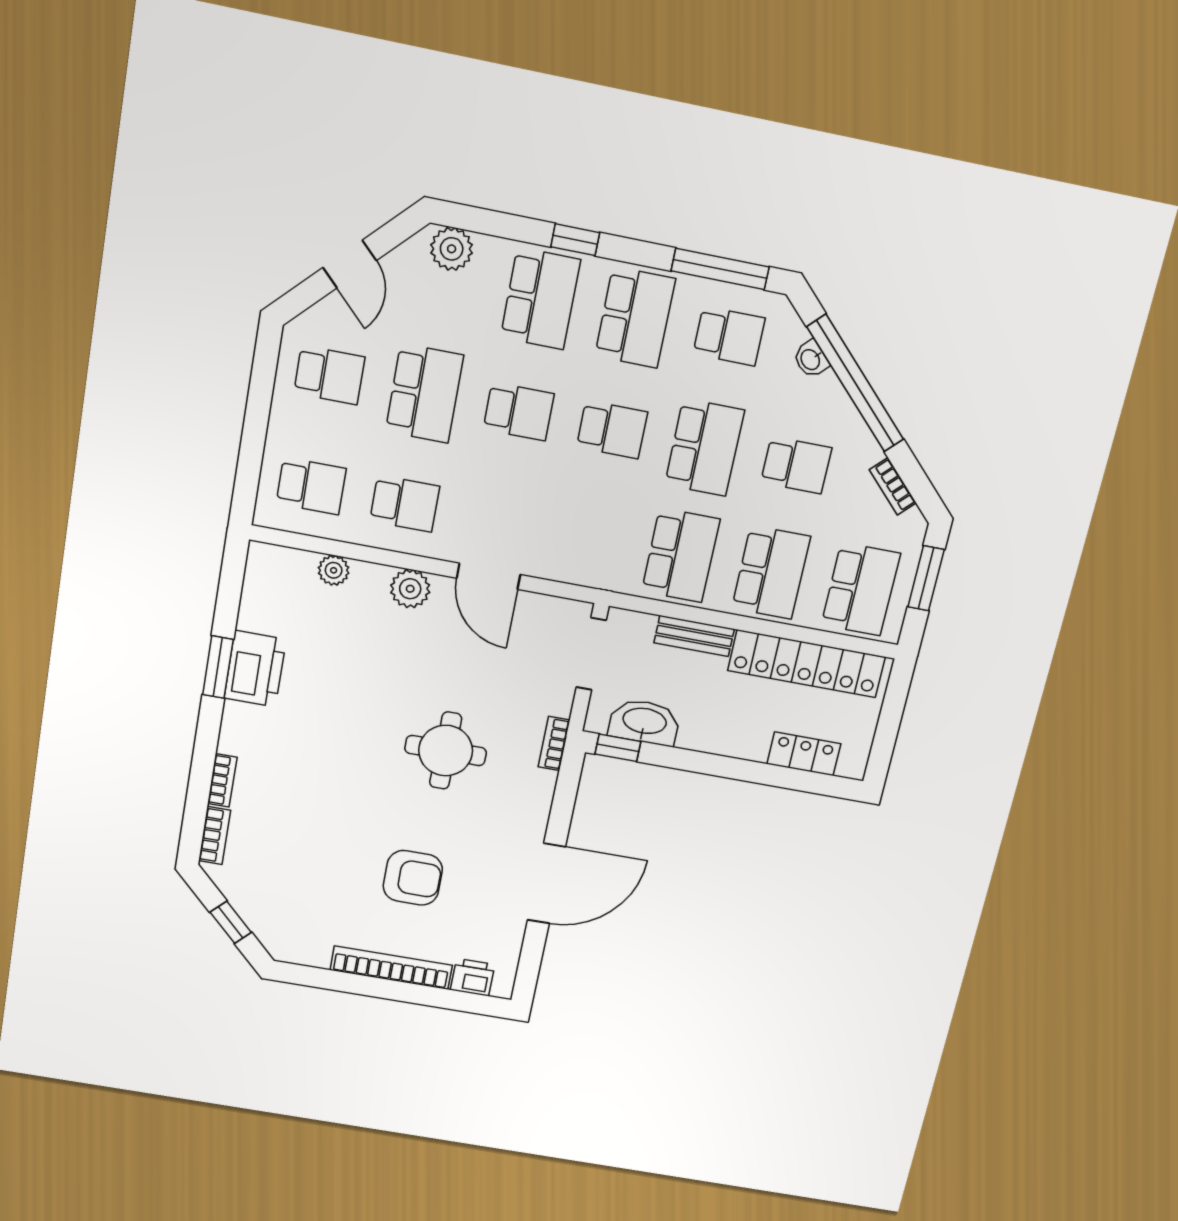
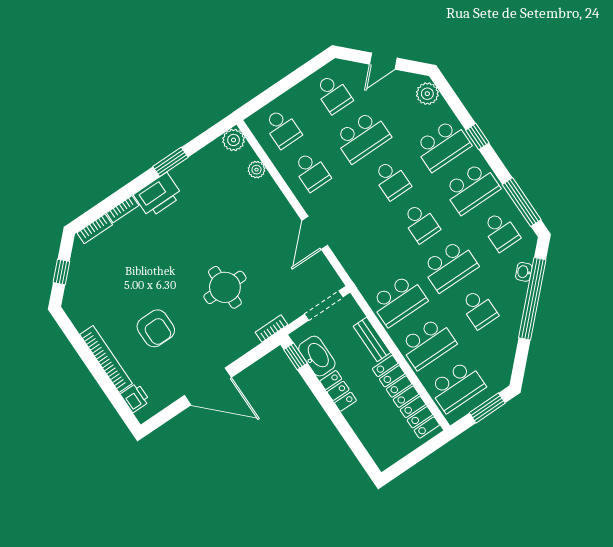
bookcase: (893, 486) -> (509, 356), removed
plant: (410, 589) -> (234, 140), moved
printer: (255, 669) -> (158, 195), moved
locker: (804, 754) -> (338, 391), moved

